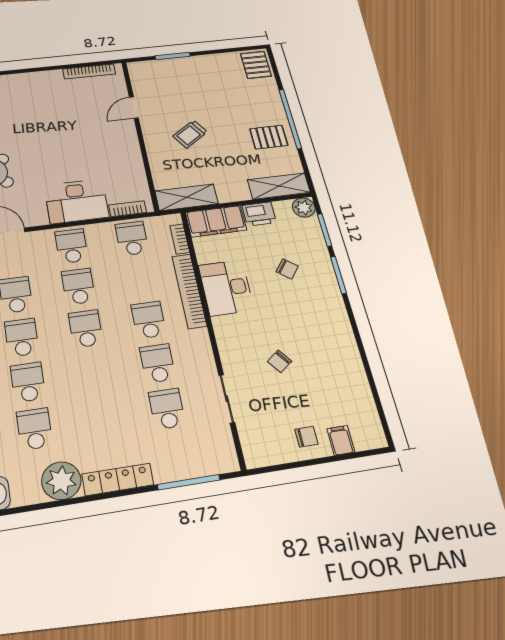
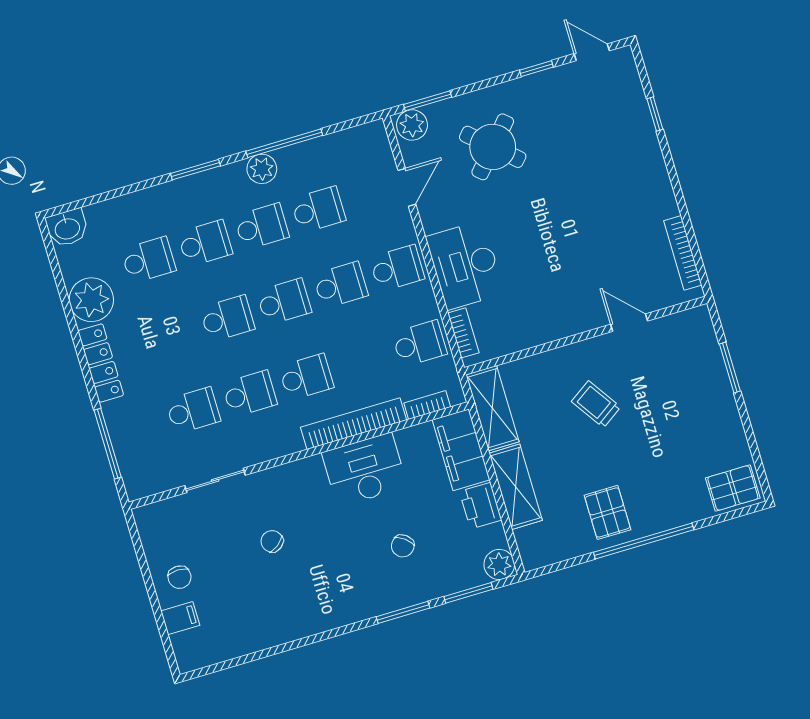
shelving: (279, 186) -> (516, 487), moved
school desk: (93, 373) -> (227, 318), added

